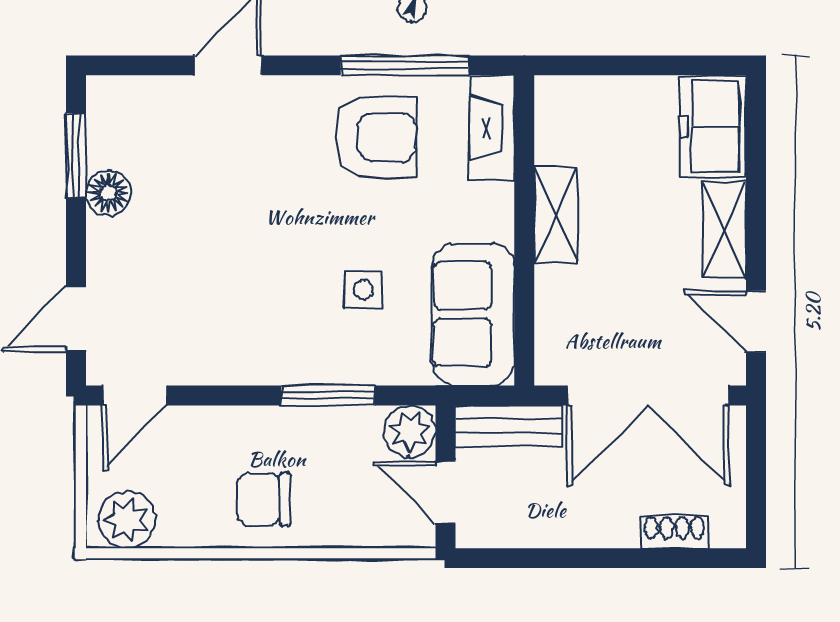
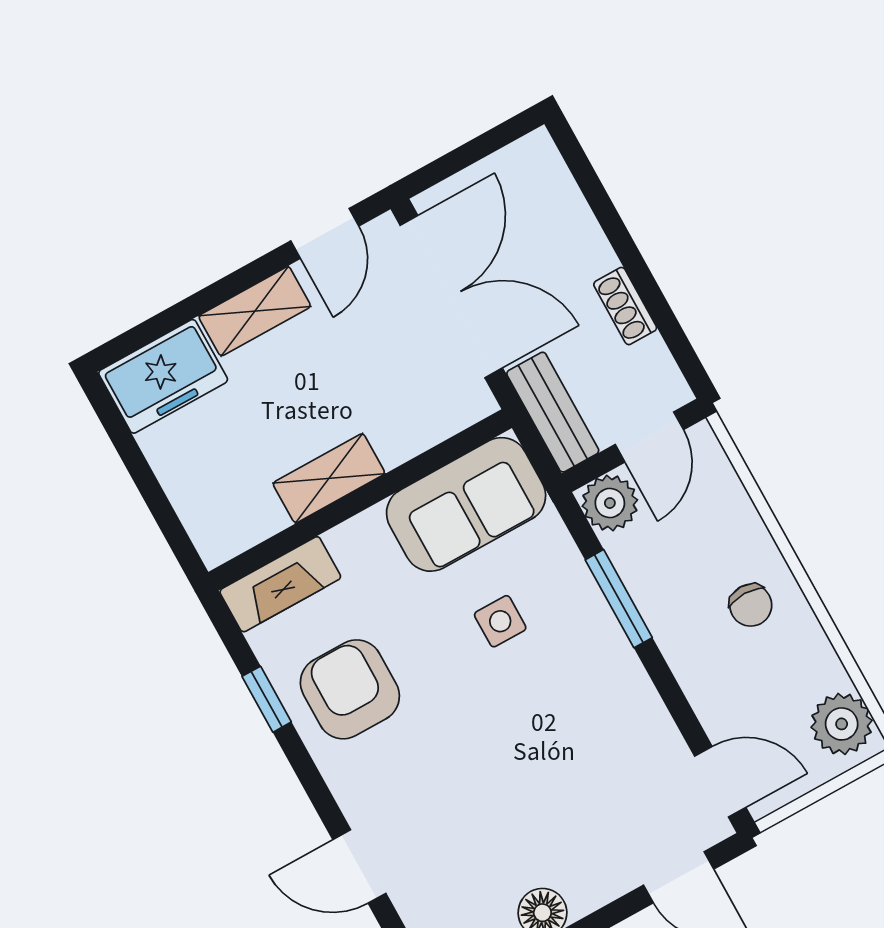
window: (405, 65) -> (267, 699), width x0.46
chair: (264, 499) -> (751, 605), width x0.73, depth x0.73
shoe rack: (674, 532) -> (625, 306), moved

